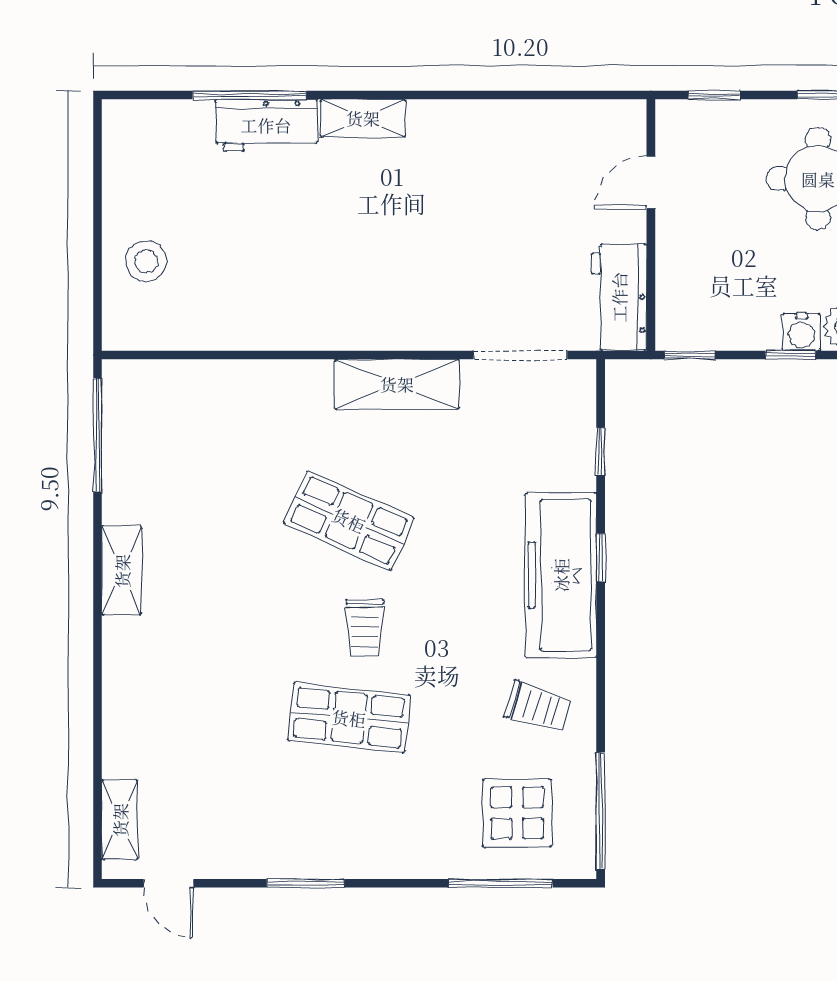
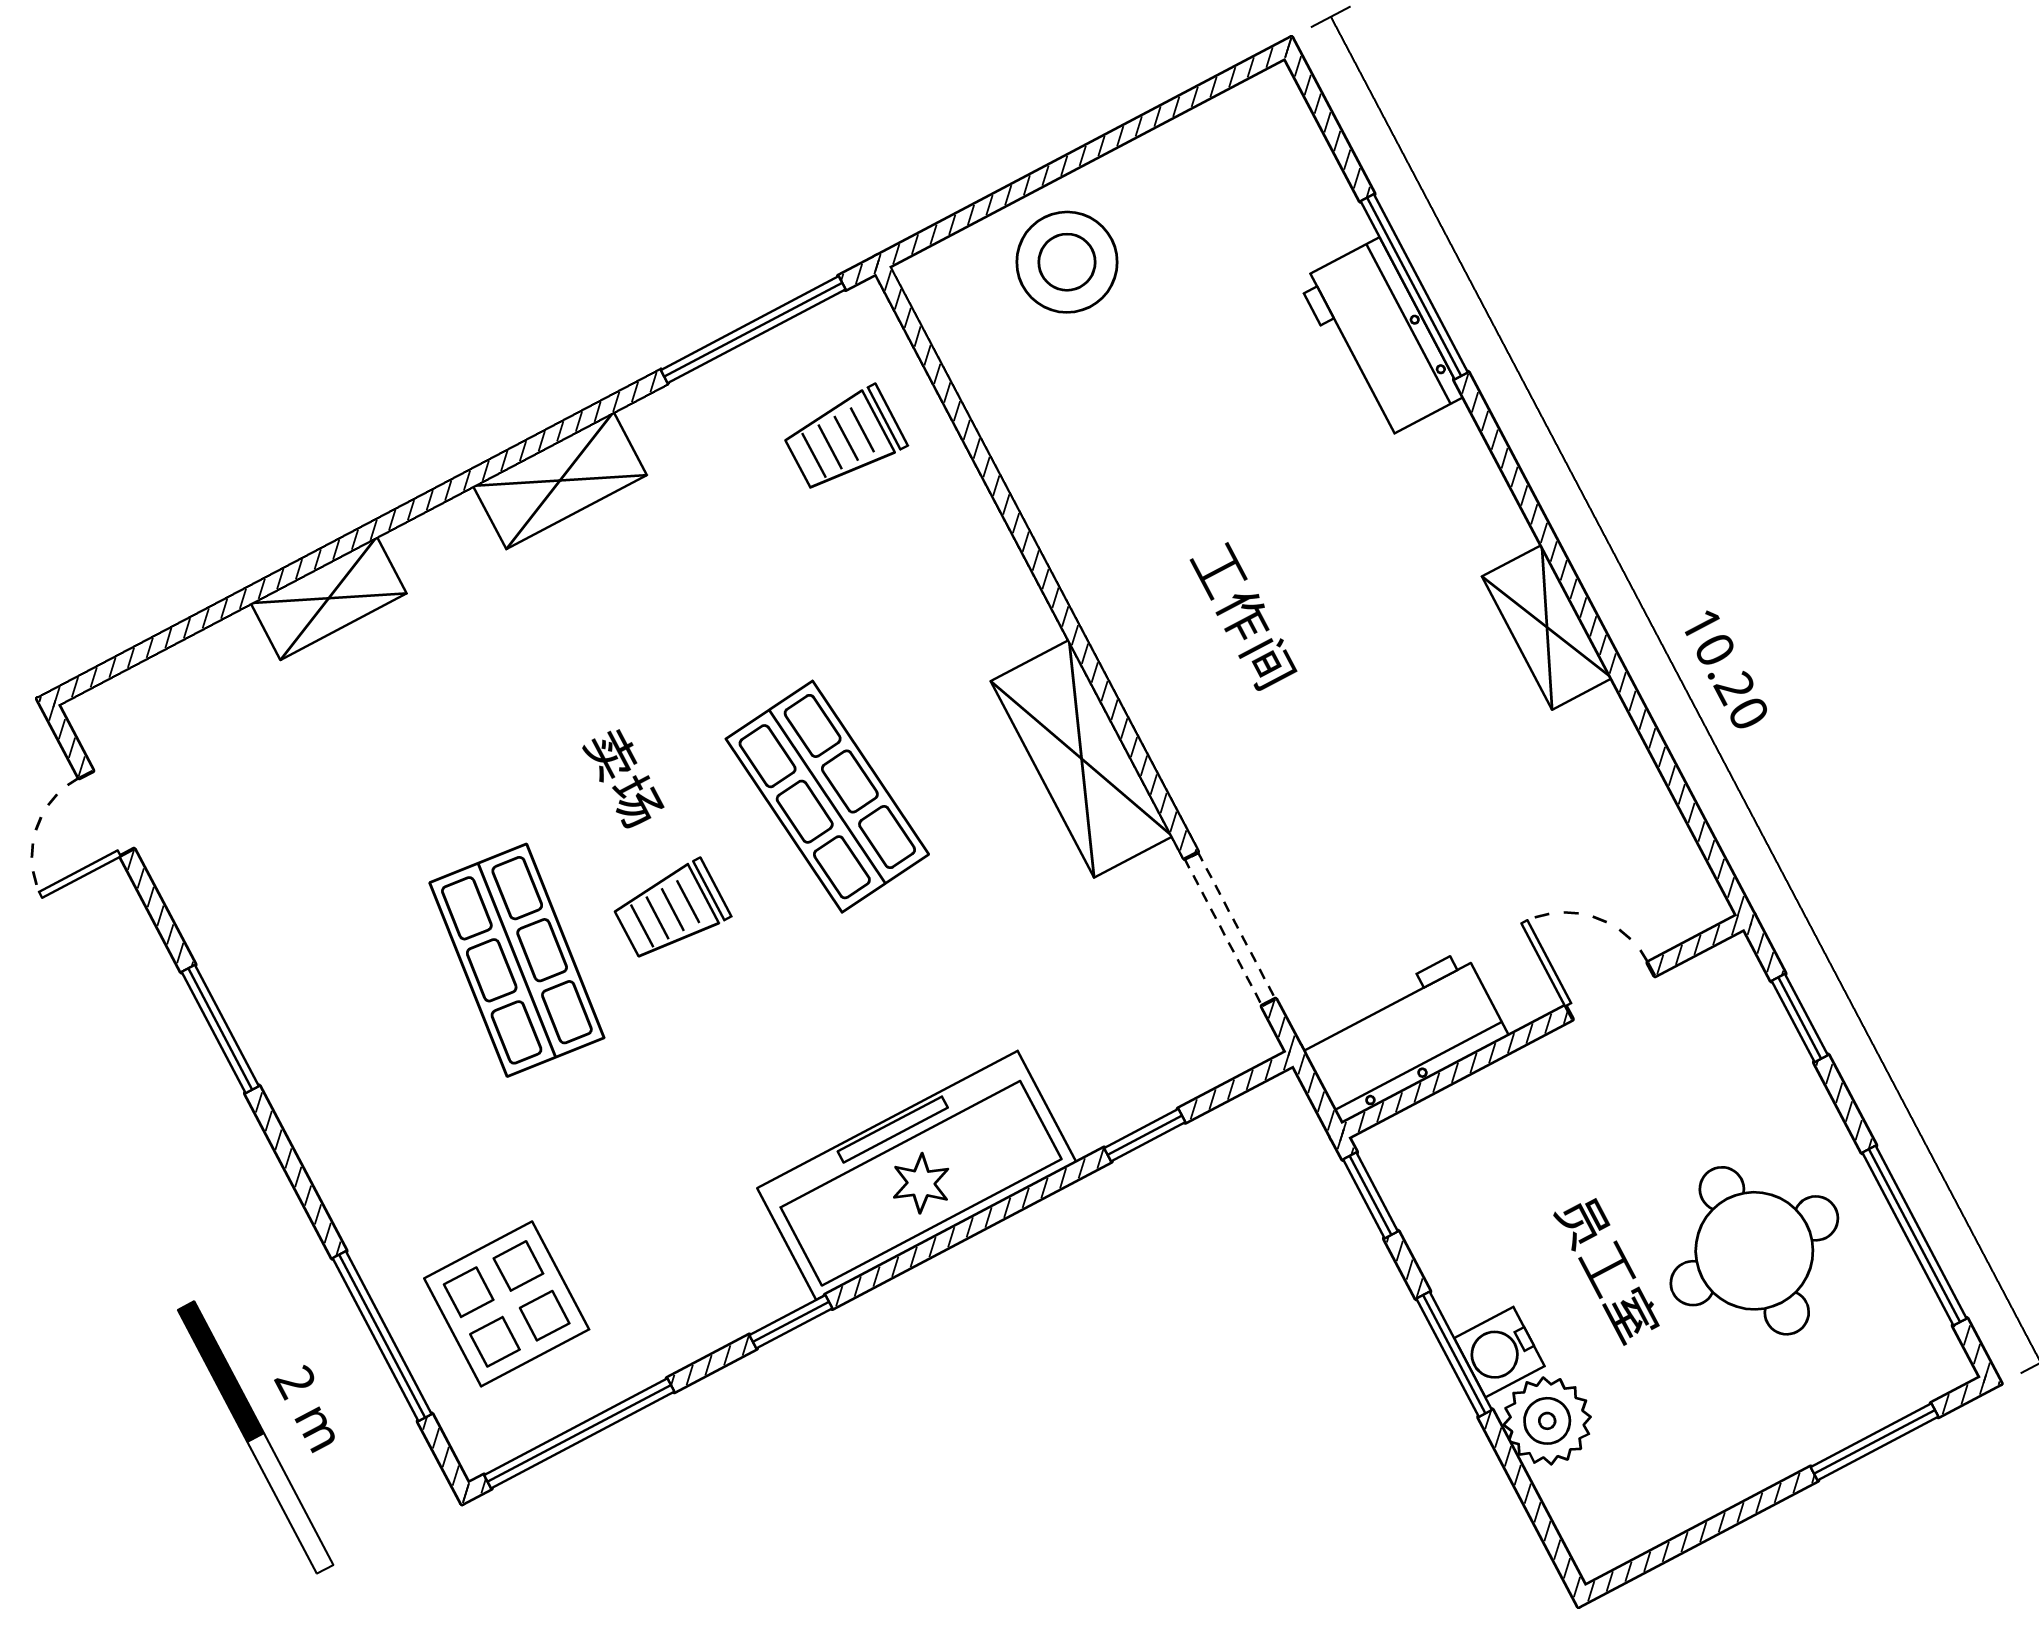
shelving: (363, 118) -> (1547, 627), moved
stool: (146, 261) -> (1067, 262), width x1.38, depth x1.38
window: (791, 355) -> (1454, 1354), width x1.50
shop shelf: (349, 520) -> (827, 797), turned -30
window: (601, 557) -> (791, 1322), moved
trolley: (538, 707) -> (845, 439), moved, turned 73
shelving: (120, 820) -> (329, 598), moved

